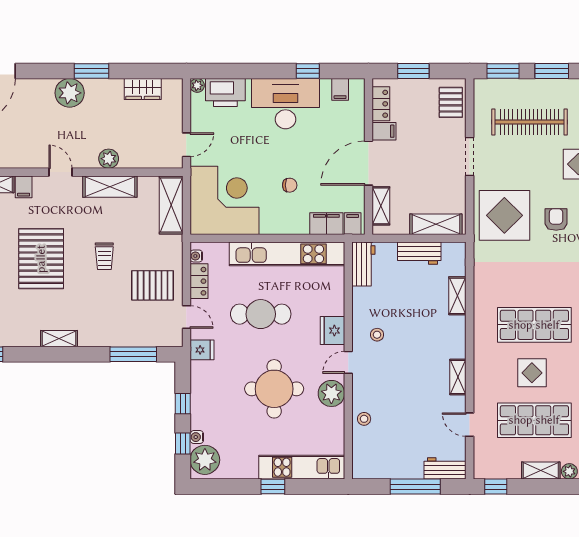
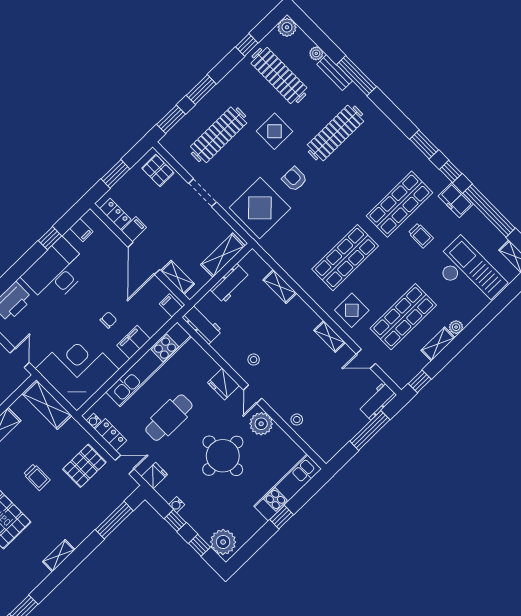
filing cabinet: (326, 224) -> (133, 342), moved
display table: (532, 373) -> (352, 310), moved
water cooler: (197, 437) -> (177, 505), moved

